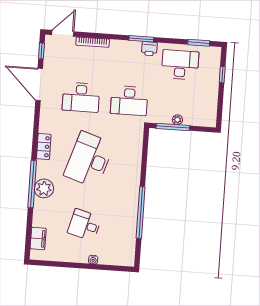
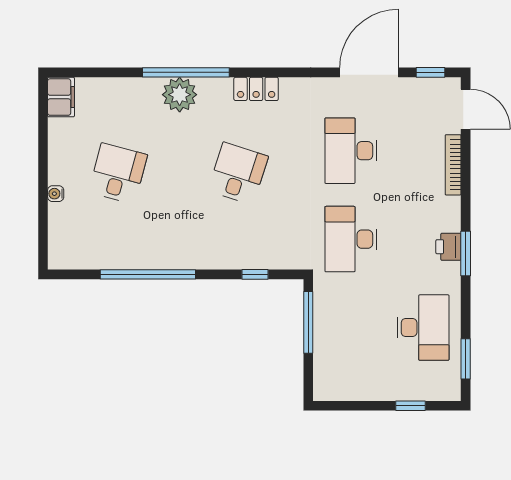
printer: (149, 49) -> (448, 247), moved
plant: (177, 120) -> (322, 330), removed
window: (145, 154) -> (255, 274), added
desk: (89, 160) -> (238, 173), width x0.53, depth x0.77
filing cabinet: (38, 238) -> (61, 97), moved, turned -90

